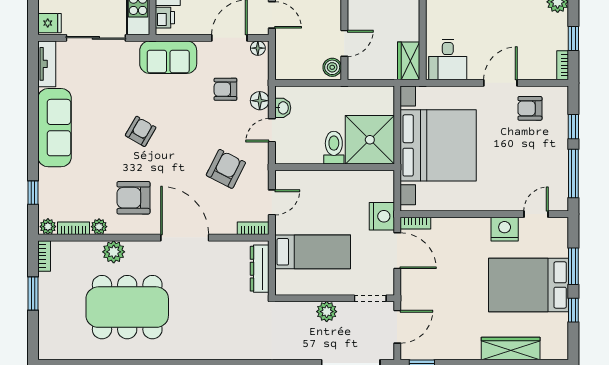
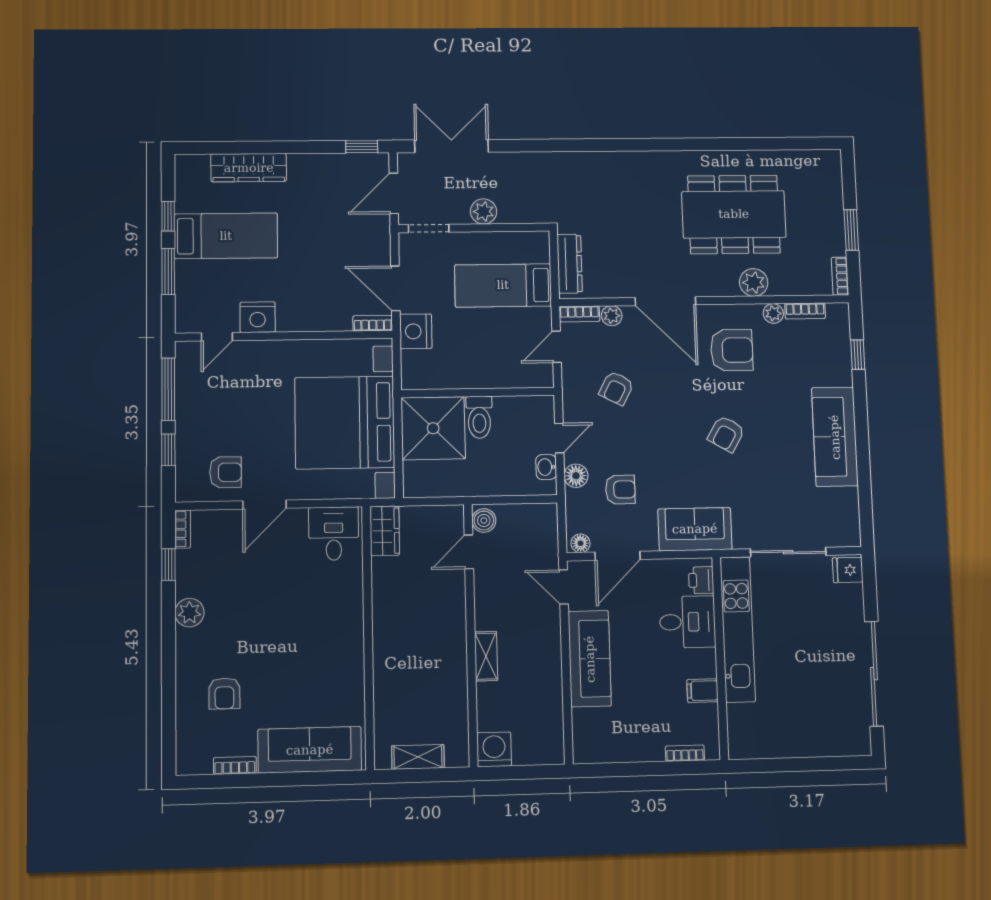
tv unit: (47, 64) -> (849, 518), removed
armchair: (226, 169) -> (616, 388), width x0.72, depth x0.72
plant: (48, 227) -> (612, 316), moved
bed: (529, 285) -> (226, 236), width x0.67

